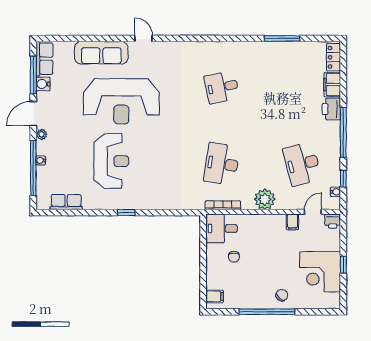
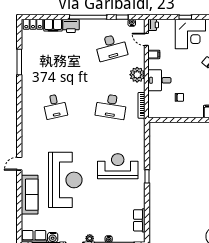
reception desk: (111, 161) -> (118, 166), moved
desk: (222, 228) -> (159, 80), moved, turned 90

